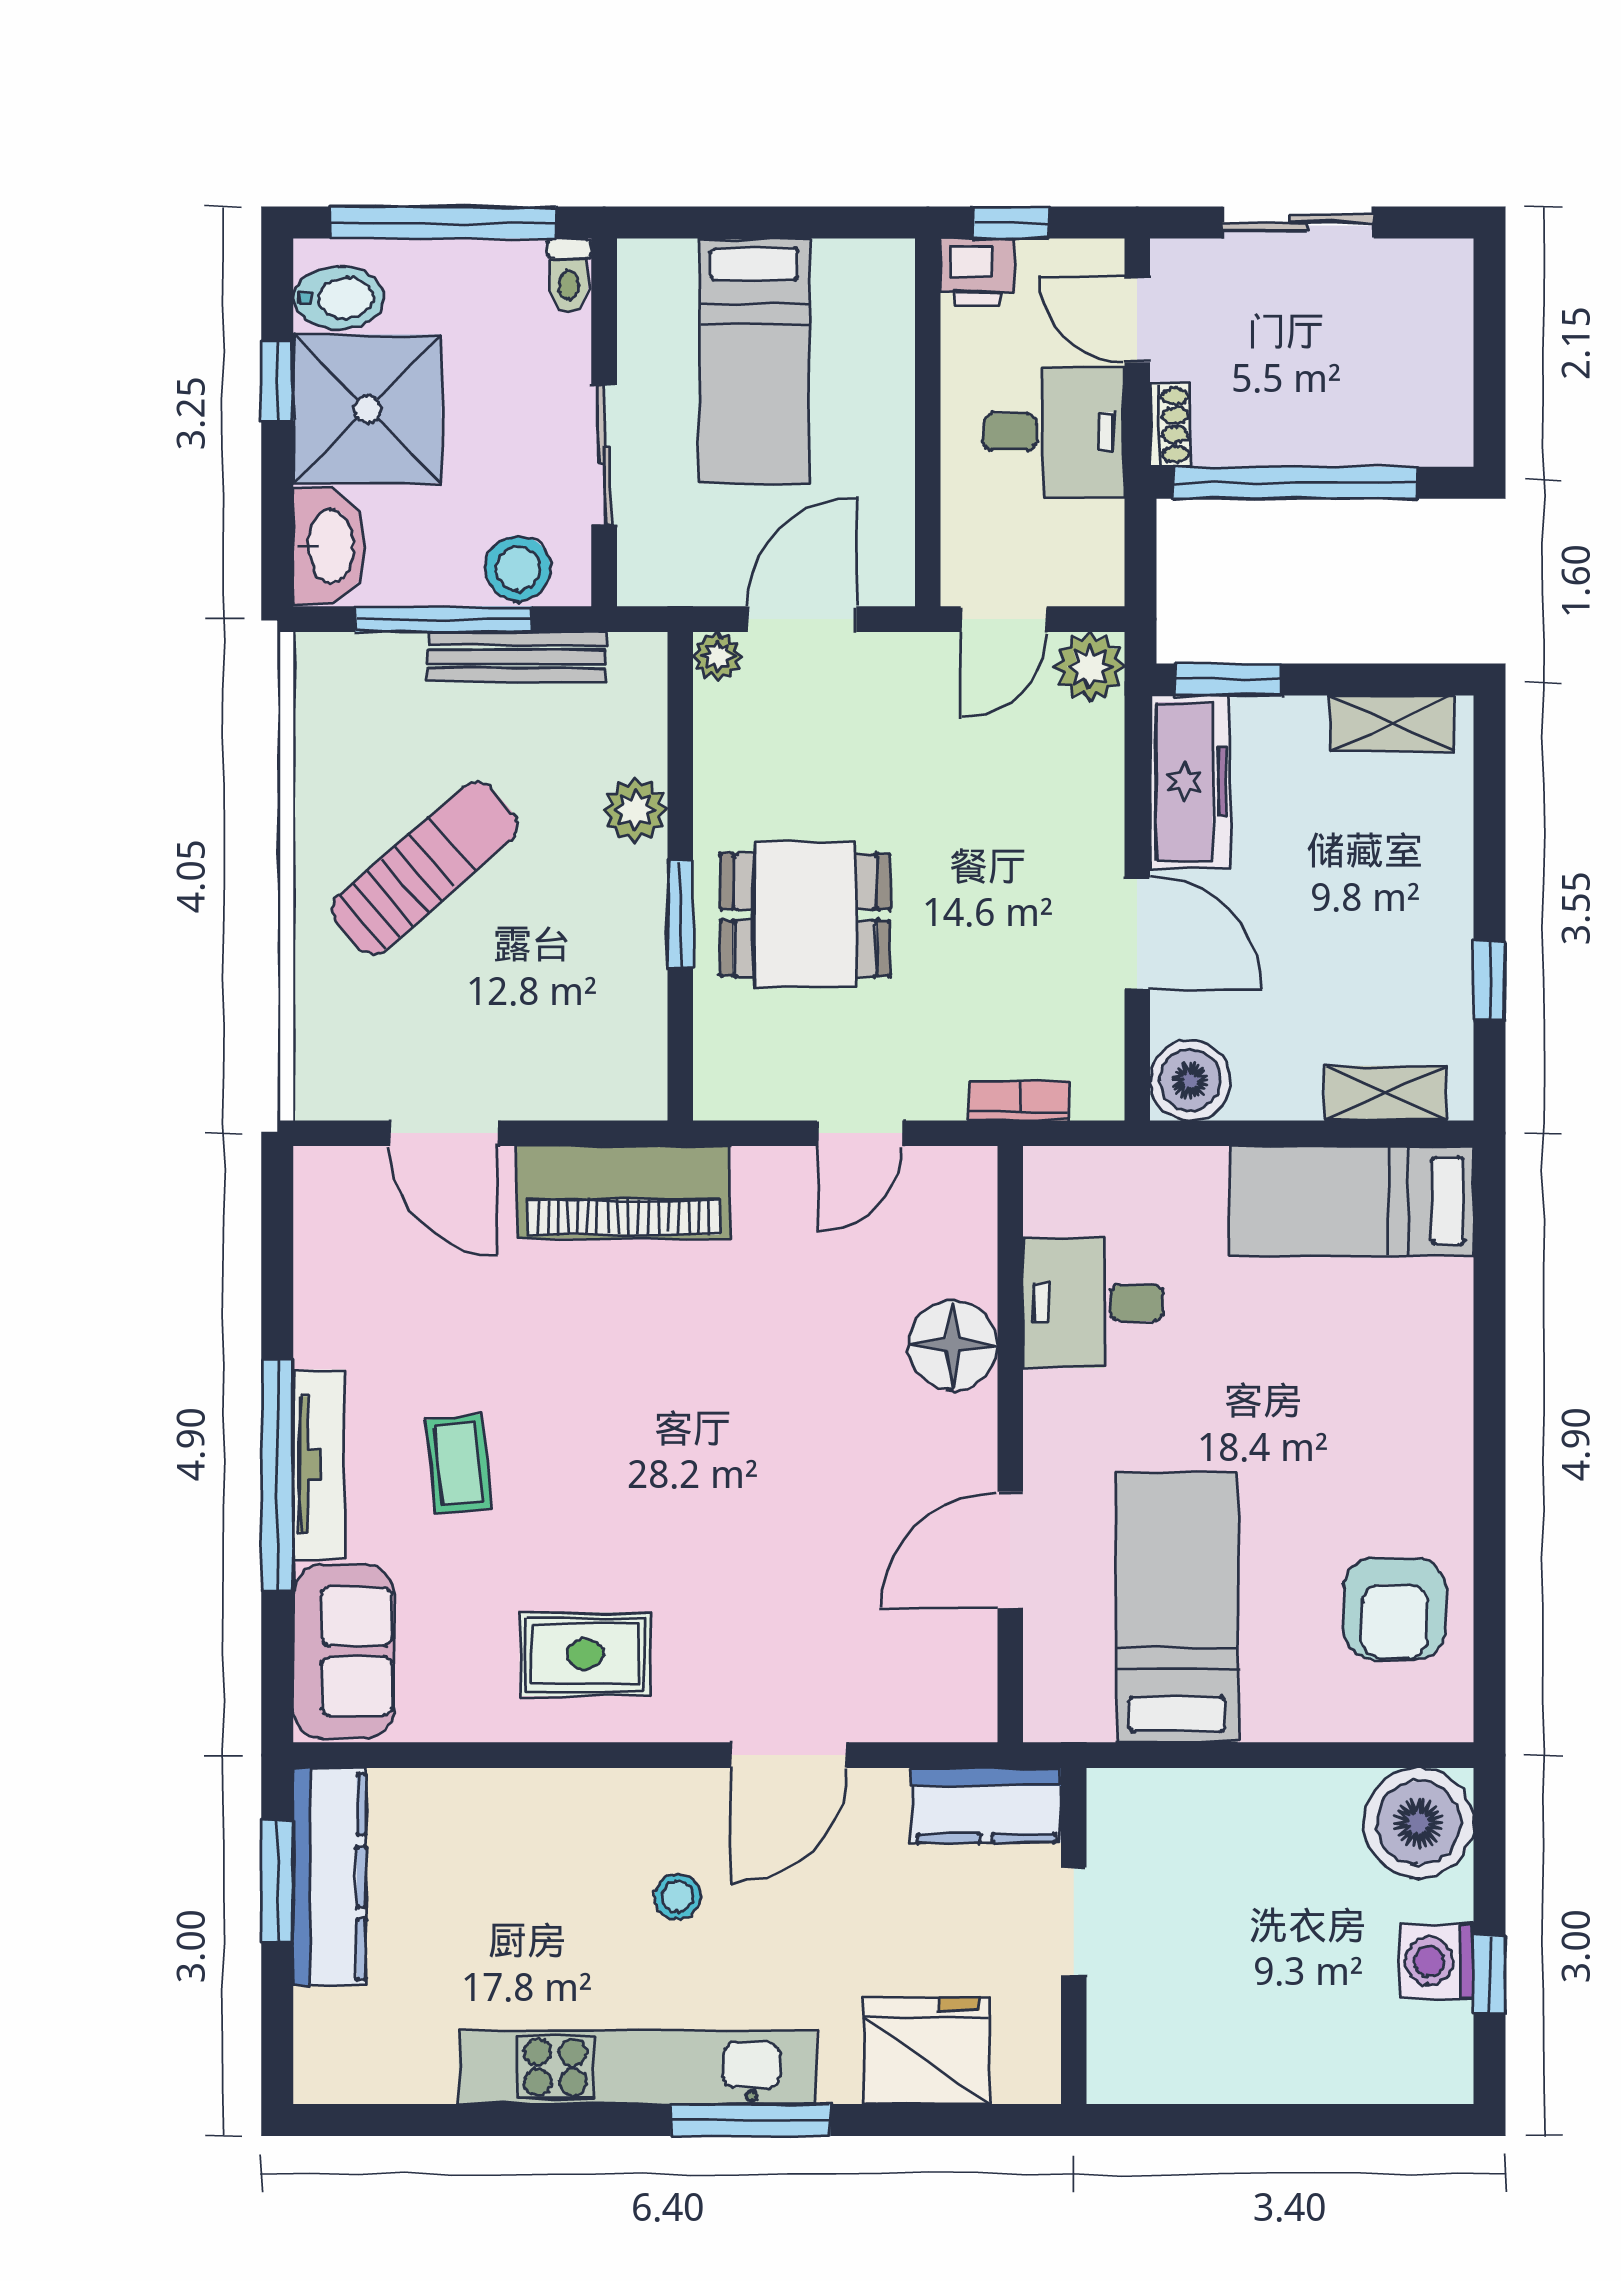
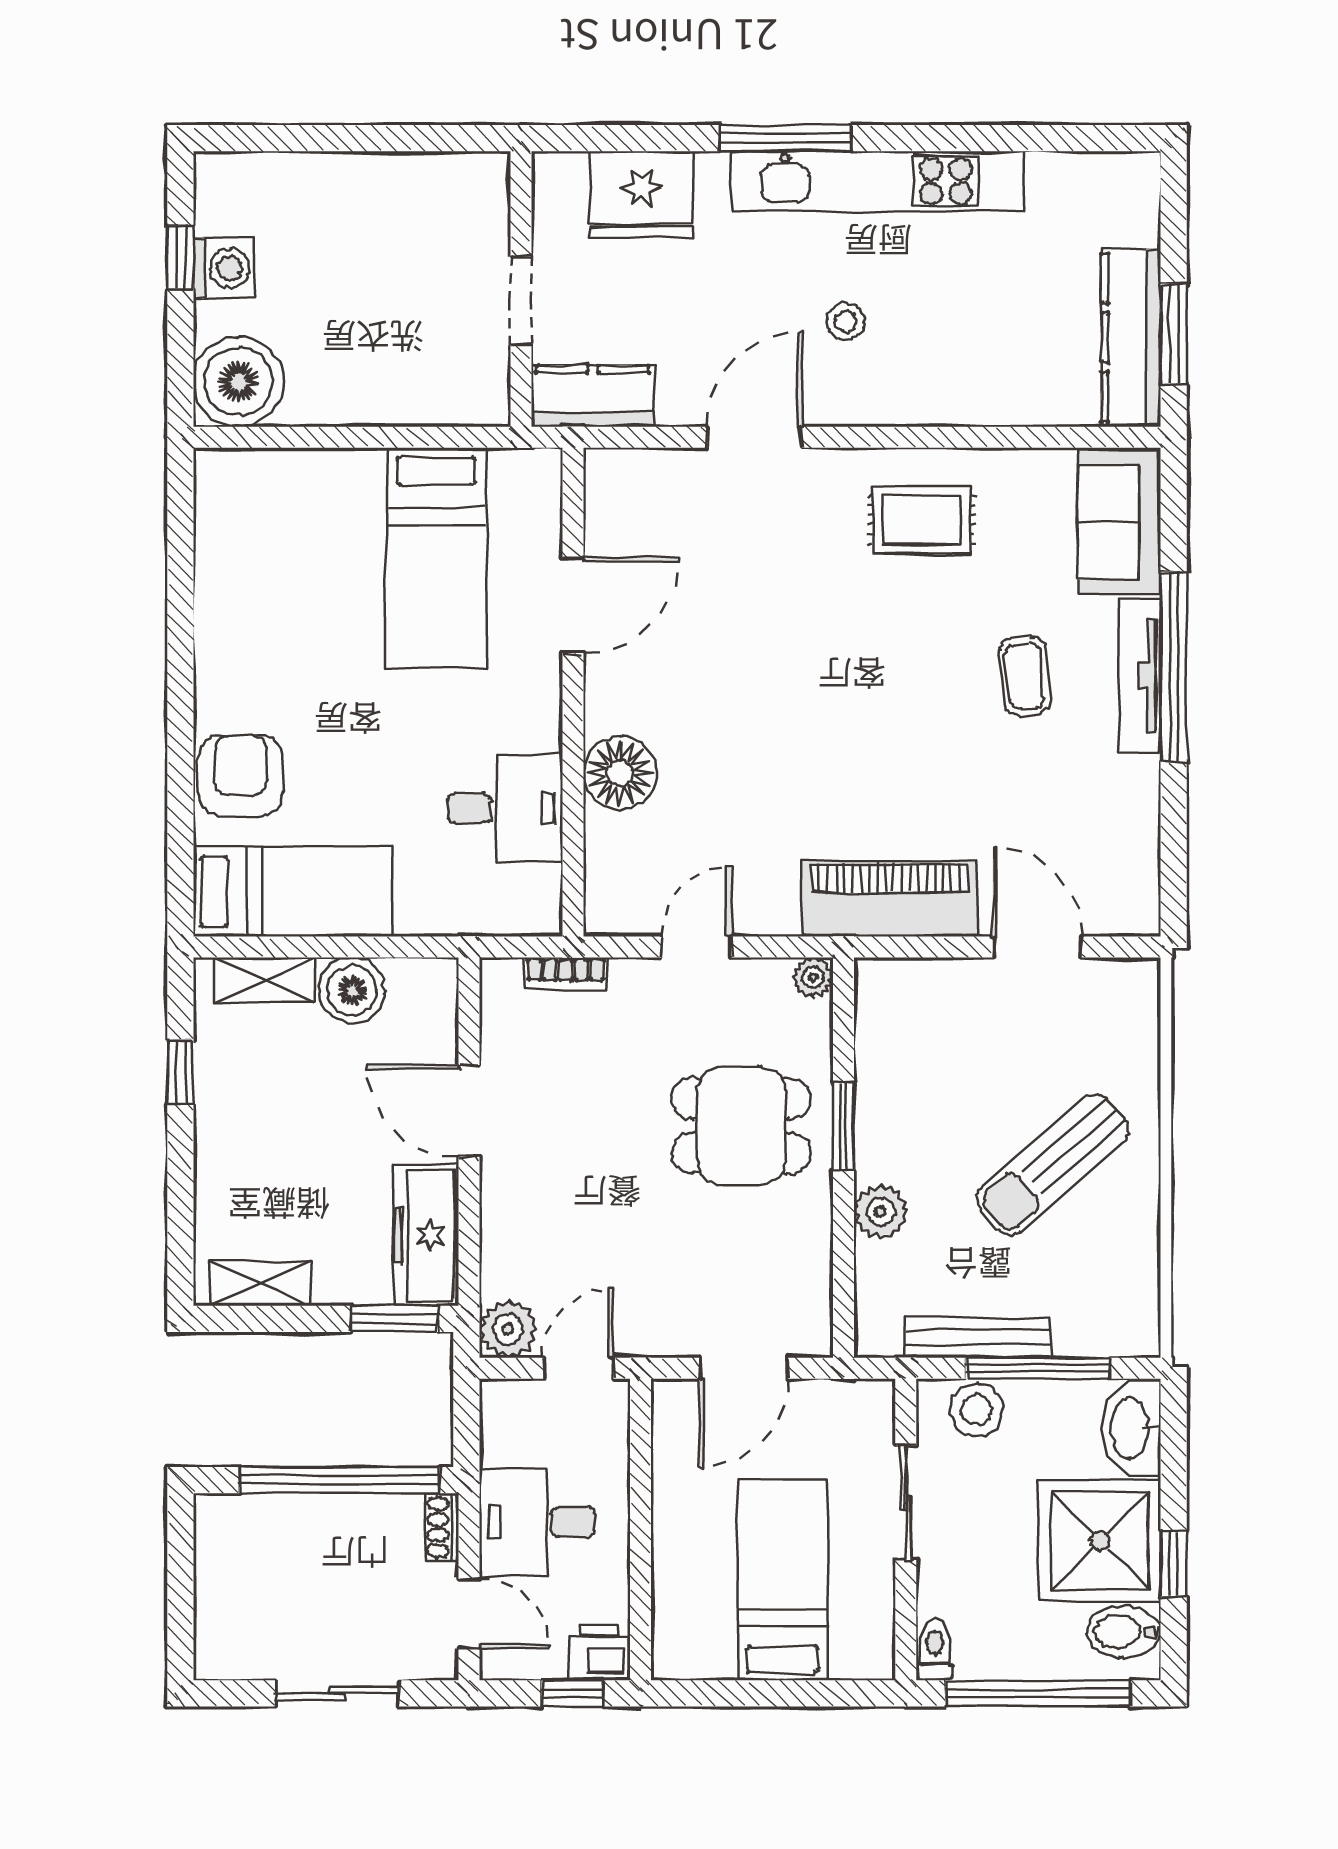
plant: (717, 656) -> (813, 977), moved
boiler: (1190, 1080) -> (352, 990), moved
armchair: (1395, 1609) -> (241, 775), moved

